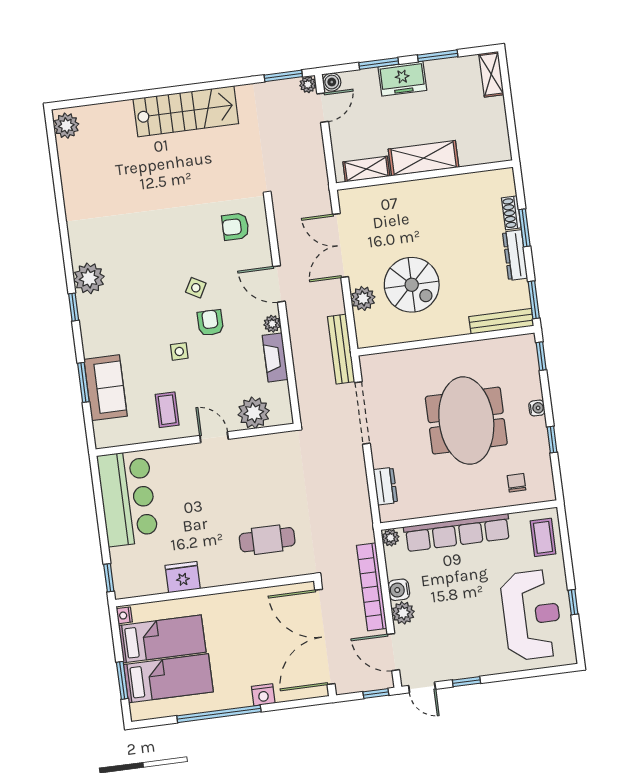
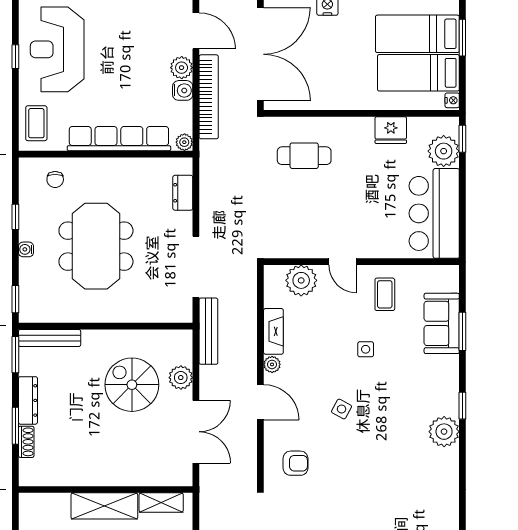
armchair: (210, 323) -> (332, 373), removed
plant: (126, 563) -> (444, 151), added

